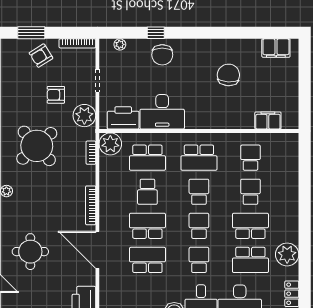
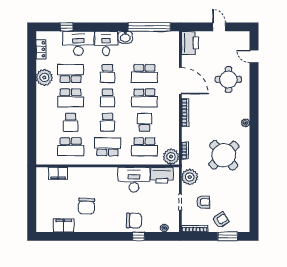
filing cabinet: (276, 48) -> (64, 225), moved
chair: (162, 55) -> (134, 221), turned 90
armchair: (56, 95) -> (203, 202), moved
school desk: (147, 158) -> (144, 147), turned 180
school desk: (250, 158) -> (71, 147), width x1.85

